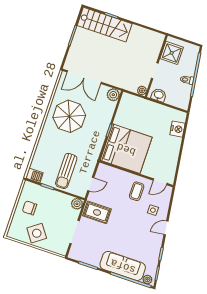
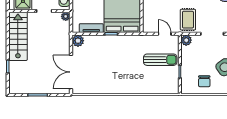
stairs: (105, 25) -> (18, 36), moved
double door: (84, 77) -> (71, 72), swing flipped
tv unit: (121, 112) -> (91, 28), added
parasol: (69, 116) -> (110, 73), removed
barbecue: (34, 175) -> (174, 87), removed

